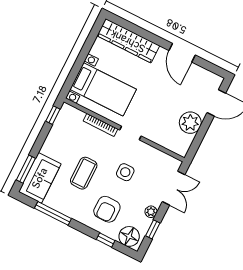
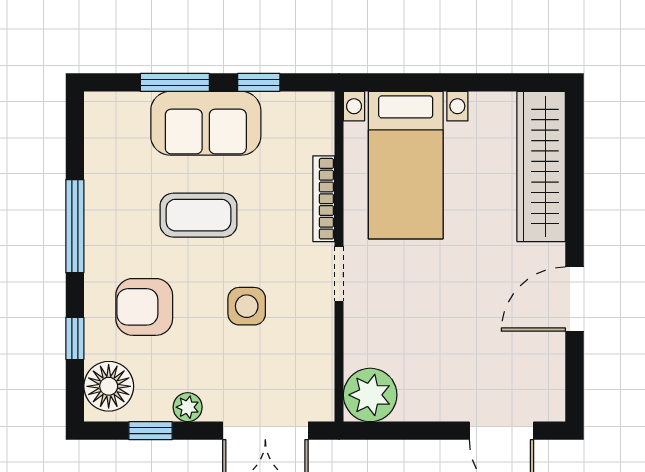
window: (53, 115) -> (259, 82), moved
plant: (190, 123) -> (370, 395), moved
window: (26, 169) -> (175, 82), moved
sofa: (40, 178) -> (206, 123), moved
window: (53, 213) -> (75, 226), moved

